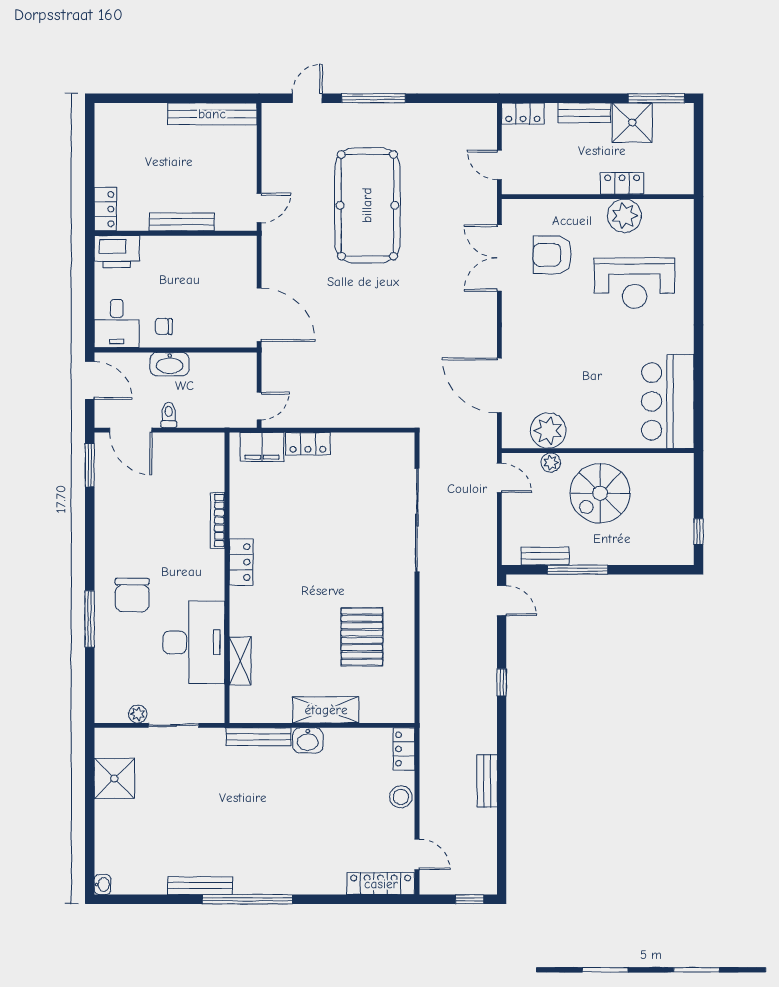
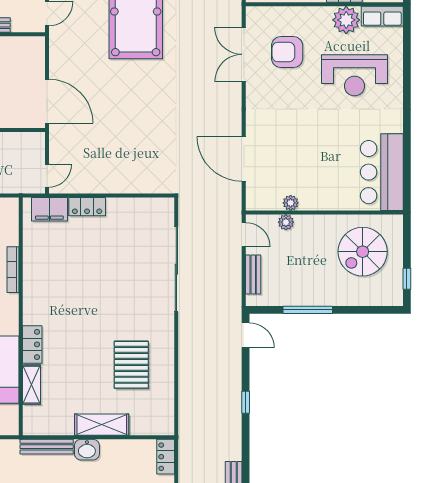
row of seats: (668, 211) -> (382, 16), added
plant: (548, 431) -> (291, 203), width x0.53, depth x0.53
spiral stairs: (600, 493) -> (363, 252), moved
bench: (545, 556) -> (253, 274), moved, turned 90
locker: (241, 562) -> (32, 344), moved

